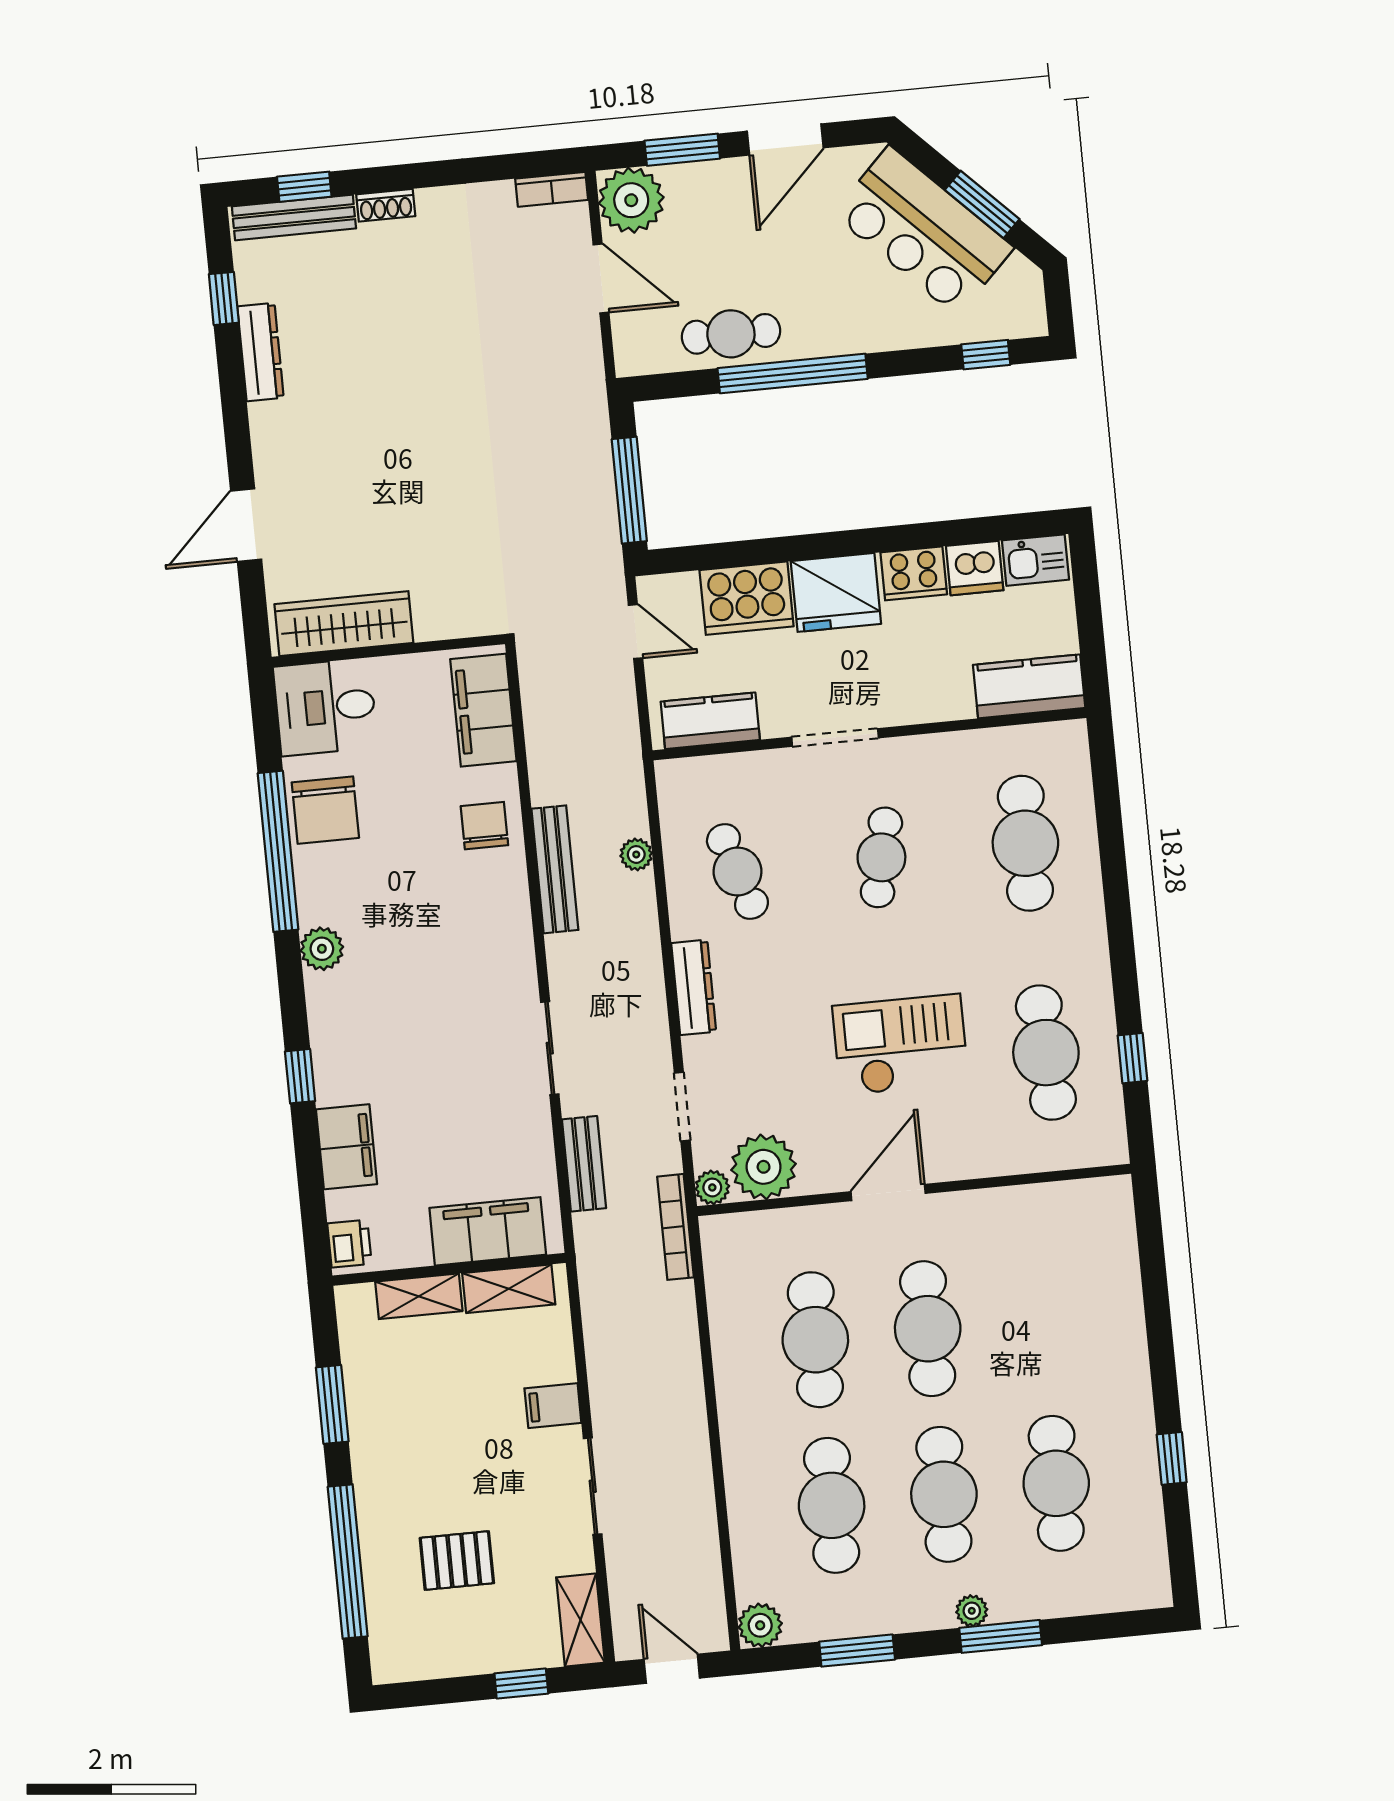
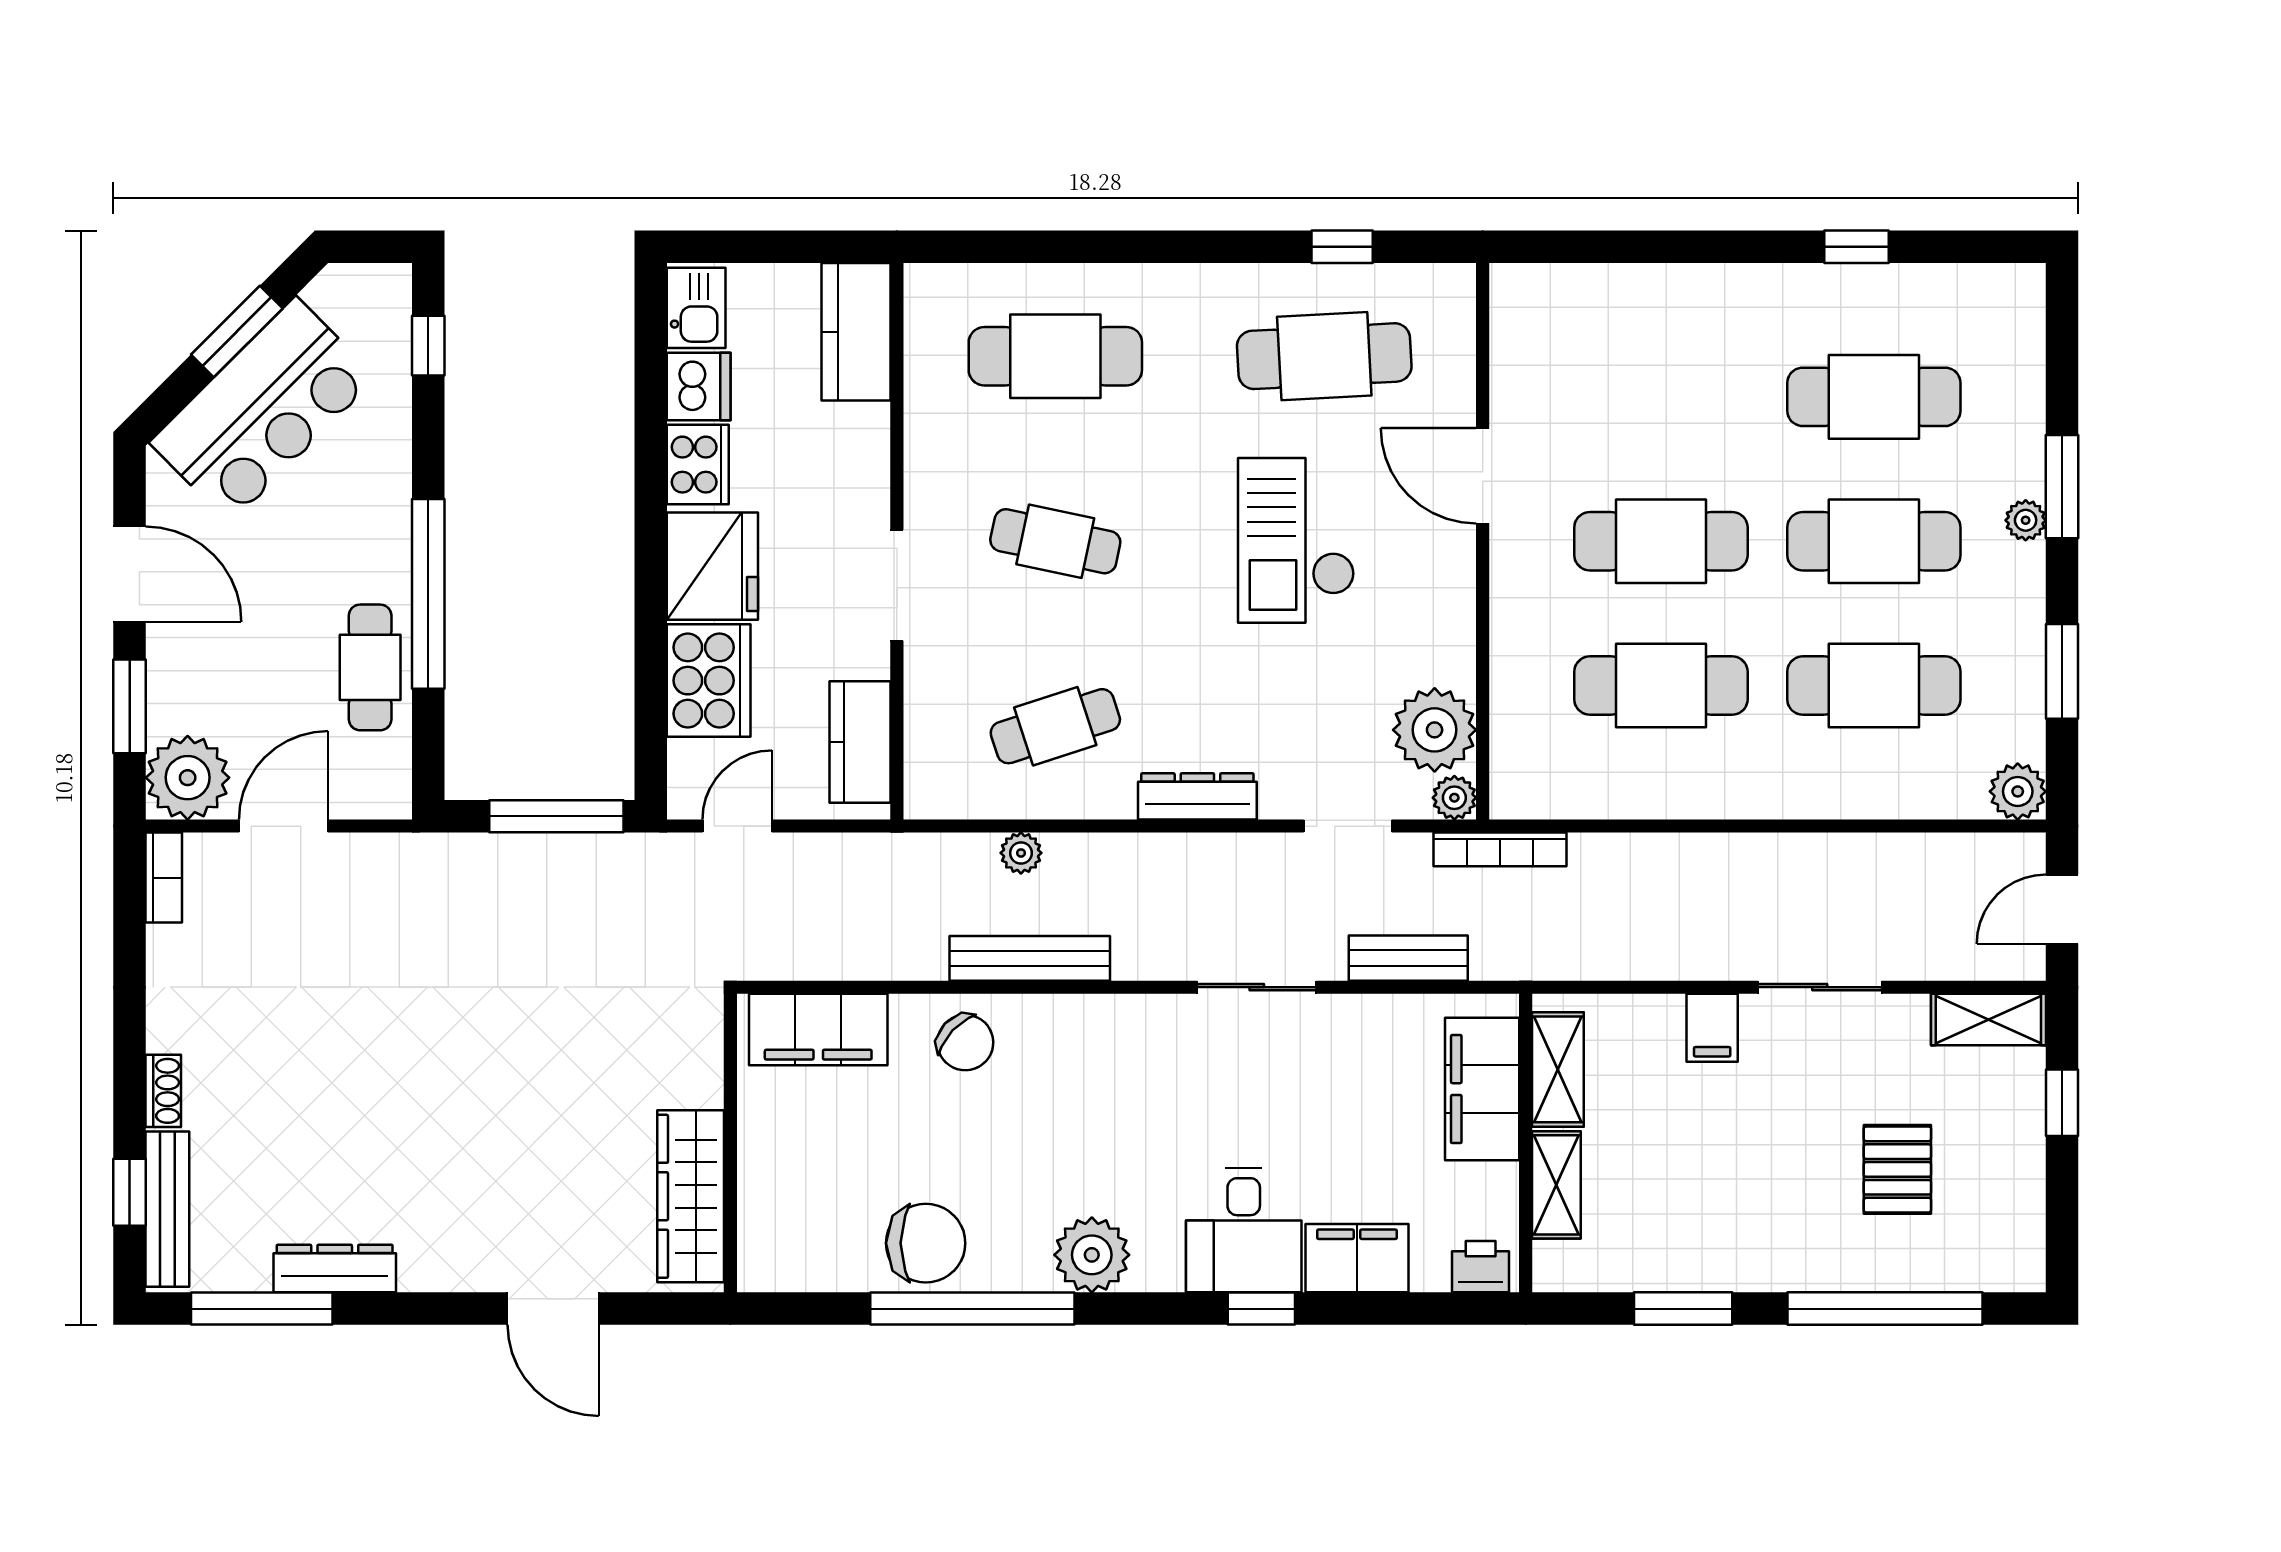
window: (224, 298) -> (262, 1309), width x2.17
desk: (325, 707) -> (1244, 1230), moved
chair: (484, 826) -> (965, 1043), turned -137
plant: (322, 949) -> (1092, 1255), width x1.36, depth x1.36
door: (888, 1192) -> (1483, 476), moved

